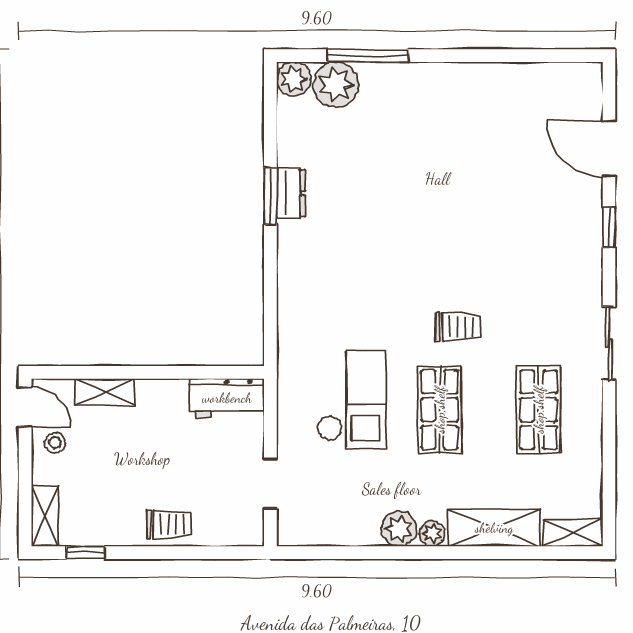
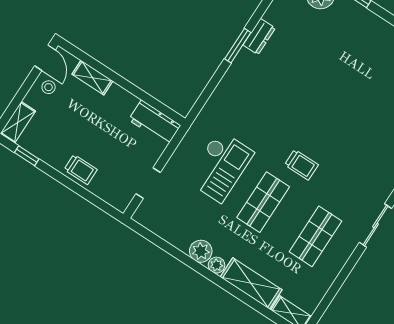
window: (270, 196) -> (238, 46), moved

